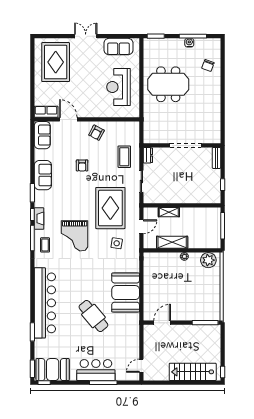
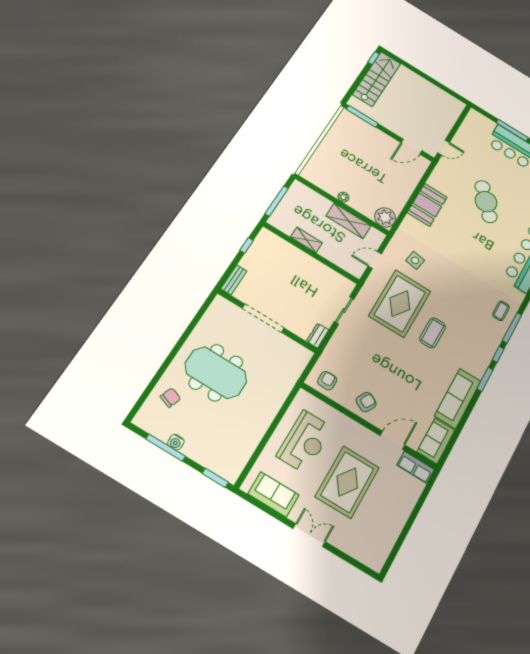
double door: (86, 36) -> (309, 535), swing flipped
rug: (56, 62) -> (347, 482), moved
meeting table: (168, 84) -> (216, 373), moved
door: (68, 119) -> (392, 440), swing flipped
coffee table: (124, 157) -> (433, 333), moved
armchair: (82, 165) -> (327, 381), moved
sofa: (43, 175) -> (458, 398), width x1.36
shelving: (169, 212) -> (306, 240), moved
fireplace: (39, 219) -> (493, 345), removed
grand piano: (75, 236) -> (460, 299), removed
plant: (208, 260) -> (385, 217), moved
booth: (126, 293) -> (427, 205), width x0.73, depth x0.70
door: (141, 366) -> (443, 148), moved
stairs: (193, 372) -> (377, 79), moved, turned -90

